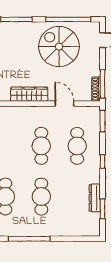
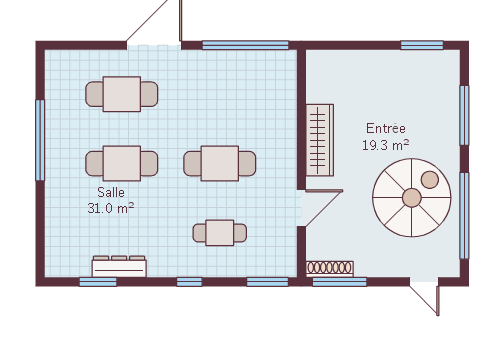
cafe table: (77, 146) -> (220, 233), width x0.73, depth x0.74

